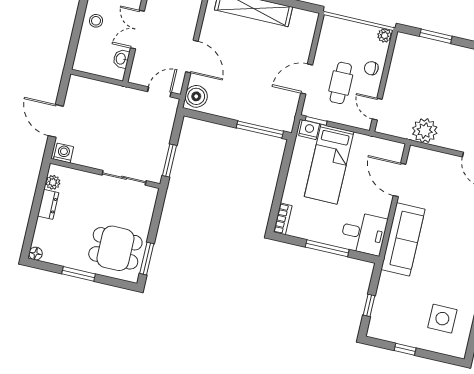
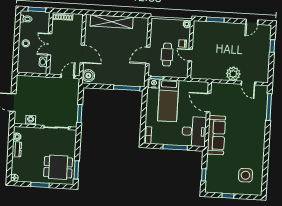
door: (377, 109) -> (190, 55), moved
plant: (425, 131) -> (233, 74), moved
washing machine: (64, 153) -> (31, 120), moved
desk: (364, 233) -> (194, 131), width x1.37

